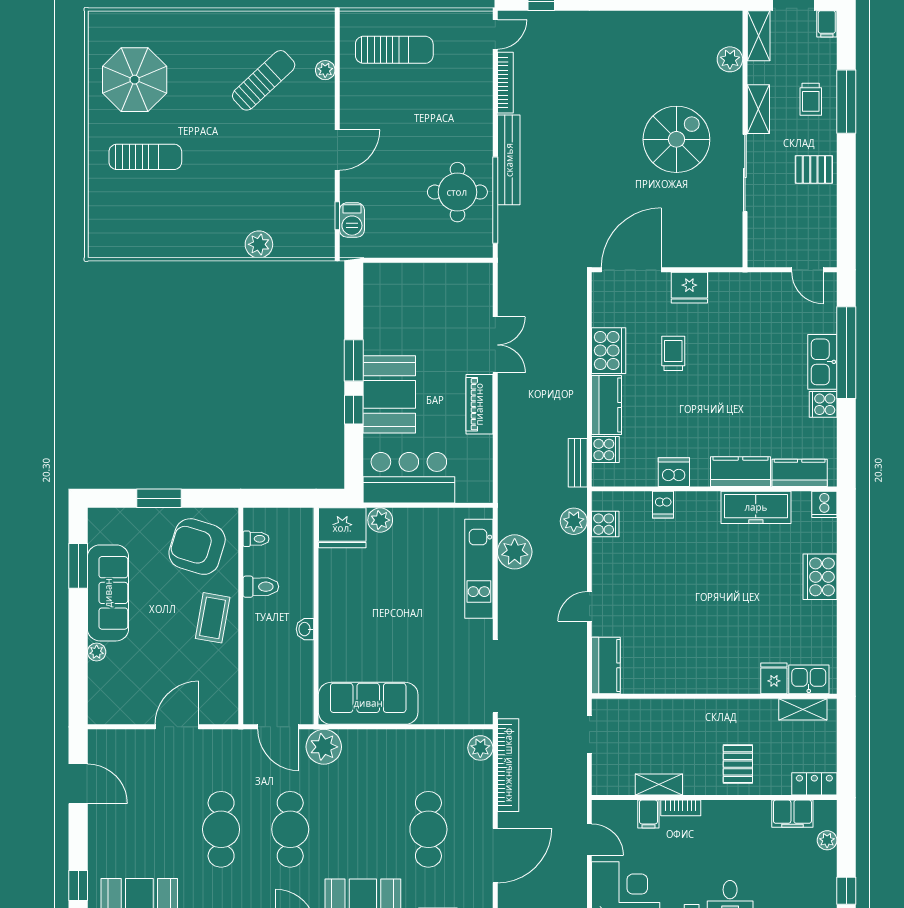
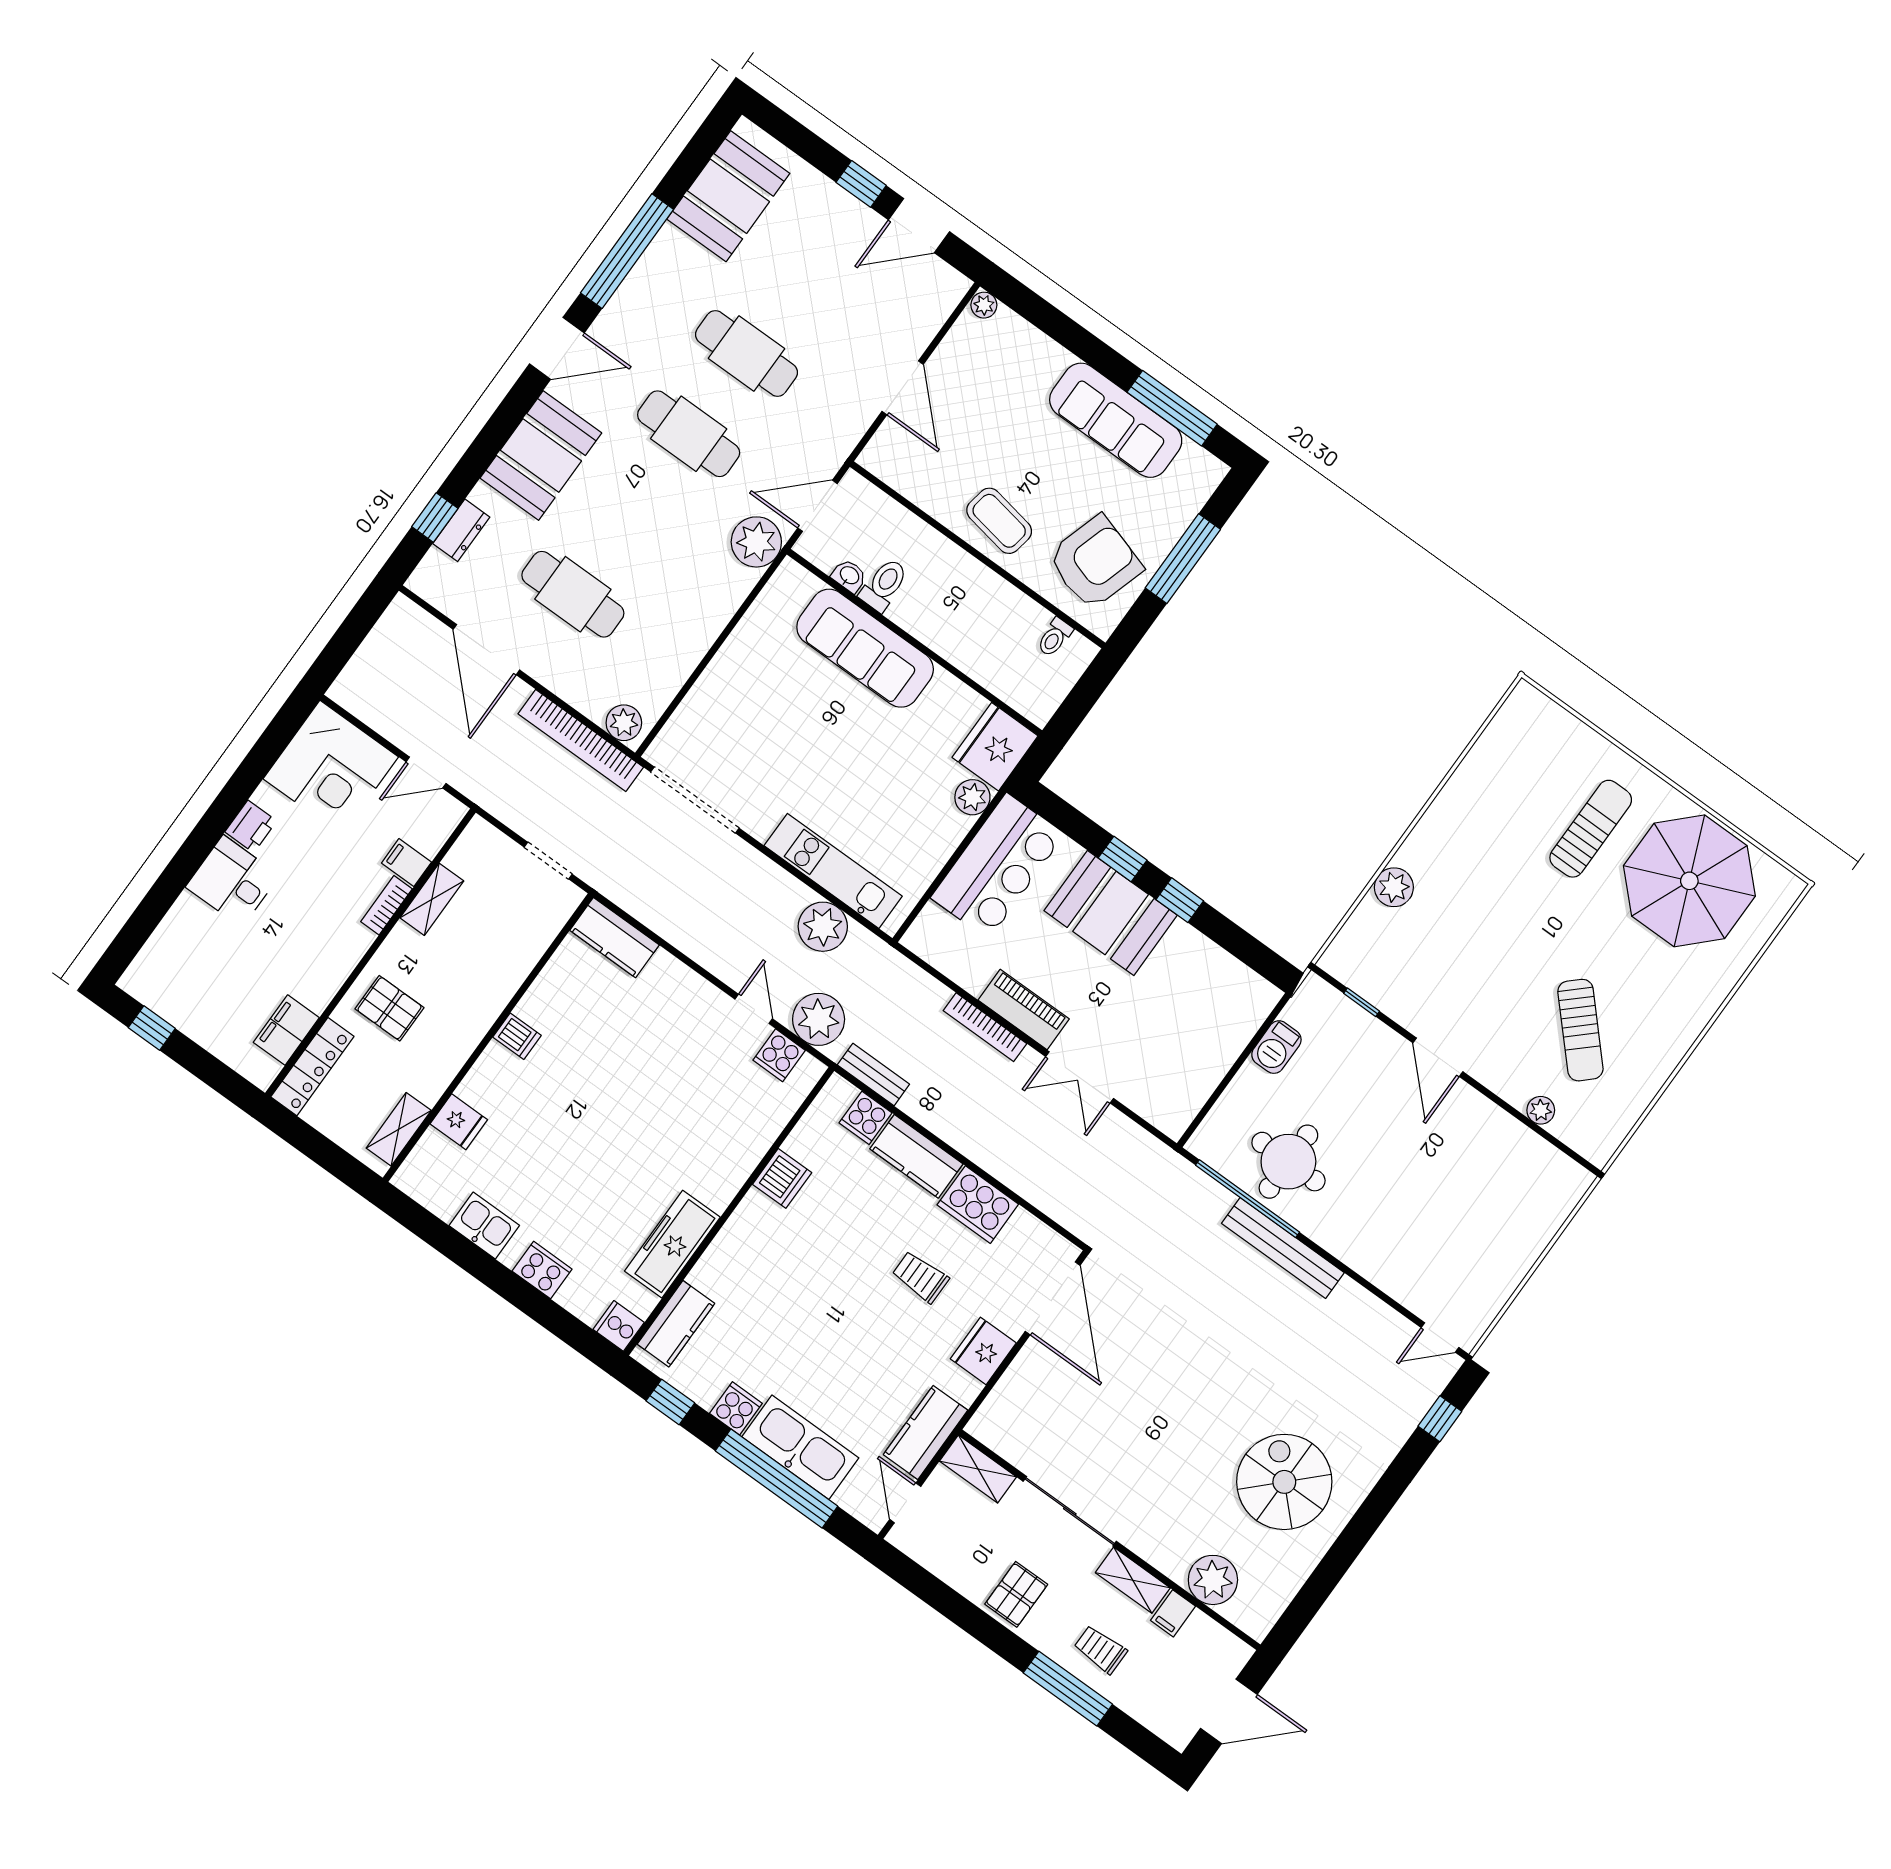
filing cabinet: (827, 24) -> (1173, 1613), moved, turned -90
door: (495, 34) -> (1440, 1337), hinge flipped
shelving: (759, 36) -> (978, 1469), moved
sun lounger: (394, 50) -> (1507, 1207), removed
plant: (730, 59) -> (1213, 1580), width x1.36, depth x1.36
parasol: (135, 80) -> (1689, 881), width x1.36, depth x1.36
bookcase: (505, 83) -> (985, 1027), moved
spiral stairs: (676, 139) -> (1284, 1482), moved, turned 180
sun lounger: (145, 157) -> (1591, 829), turned 180
barbecue: (352, 220) -> (1276, 1047), moved, turned -90
door: (807, 270) -> (905, 1503), hinge flipped
trolley: (673, 353) -> (920, 1277), turned 180
window: (354, 360) -> (1180, 900), width x0.67
kitchen sink: (822, 362) -> (800, 1447), width x1.36, depth x1.24
window: (846, 444) -> (670, 1402), added
kitchen counter: (741, 472) -> (925, 1432), moved, turned 180
window: (159, 498) -> (1183, 559), width x1.44
dishwasher: (663, 505) -> (517, 1036), moved, turned 180
plant: (574, 521) -> (819, 1019), width x1.36, depth x1.36
window: (78, 566) -> (1172, 408), width x1.44
cooker: (820, 577) -> (542, 1270), width x0.73, depth x0.76
toilet: (261, 587) -> (884, 585), moved, turned 180
door: (589, 606) -> (754, 1009), moved
washbasin: (305, 629) -> (849, 576), moved
plant: (97, 652) -> (984, 305), moved
kitchen sink: (809, 679) -> (484, 1226), moved, turned -90
sofa: (368, 703) -> (865, 648), moved, turned 90
locker: (814, 784) -> (312, 1067), width x1.53
plant: (827, 840) -> (226, 1048), removed
window: (78, 886) -> (861, 184), moved

